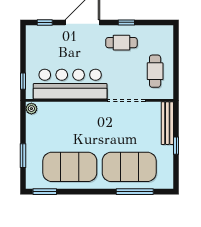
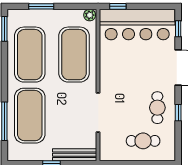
cafe table: (155, 71) -> (143, 141), moved
bar counter: (70, 84) -> (137, 25), moved, turned 90
exercise mat: (70, 124) -> (74, 55), added

